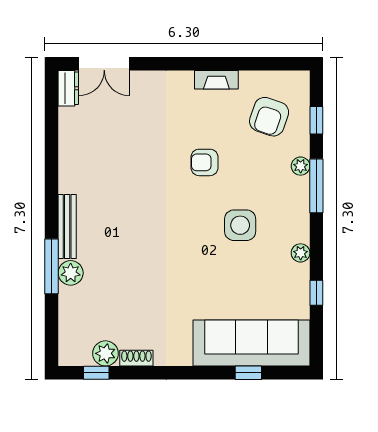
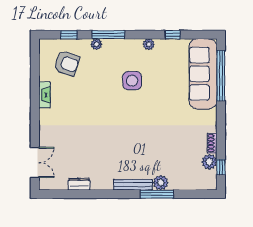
dresser: (68, 88) -> (79, 184), moved
armchair: (204, 162) -> (94, 102), removed
window: (248, 373) -> (221, 76), width x3.17

